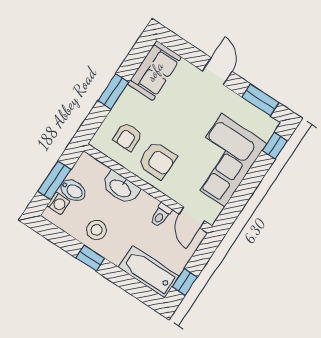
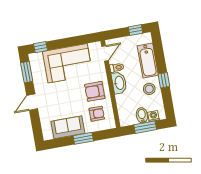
sofa: (155, 71) -> (68, 127), moved
armchair: (157, 160) -> (95, 91), turned -90
washbasin: (121, 188) -> (119, 83), moved
bathtub: (149, 272) -> (148, 61), moved

